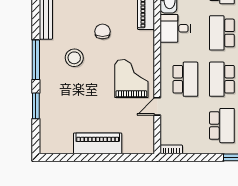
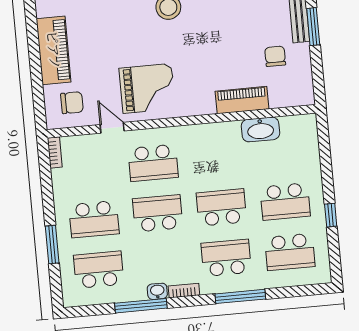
desk: (175, 28) -> (222, 143), removed
chair: (103, 31) -> (72, 103), moved

